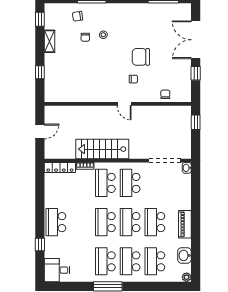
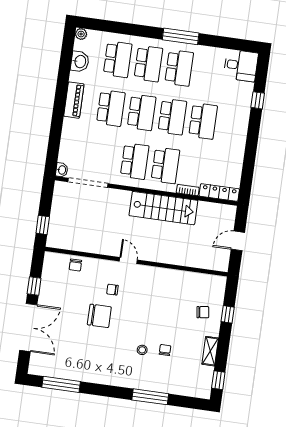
chair: (78, 16) -> (203, 312), moved
school desk: (56, 222) -> (203, 121), moved

